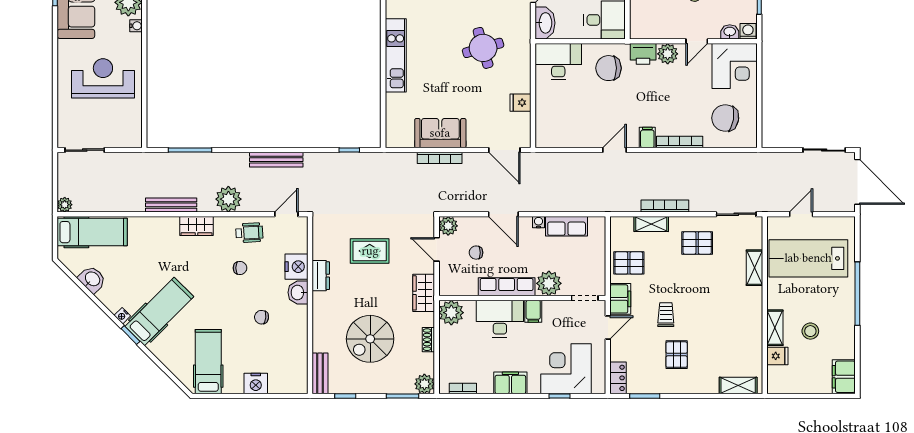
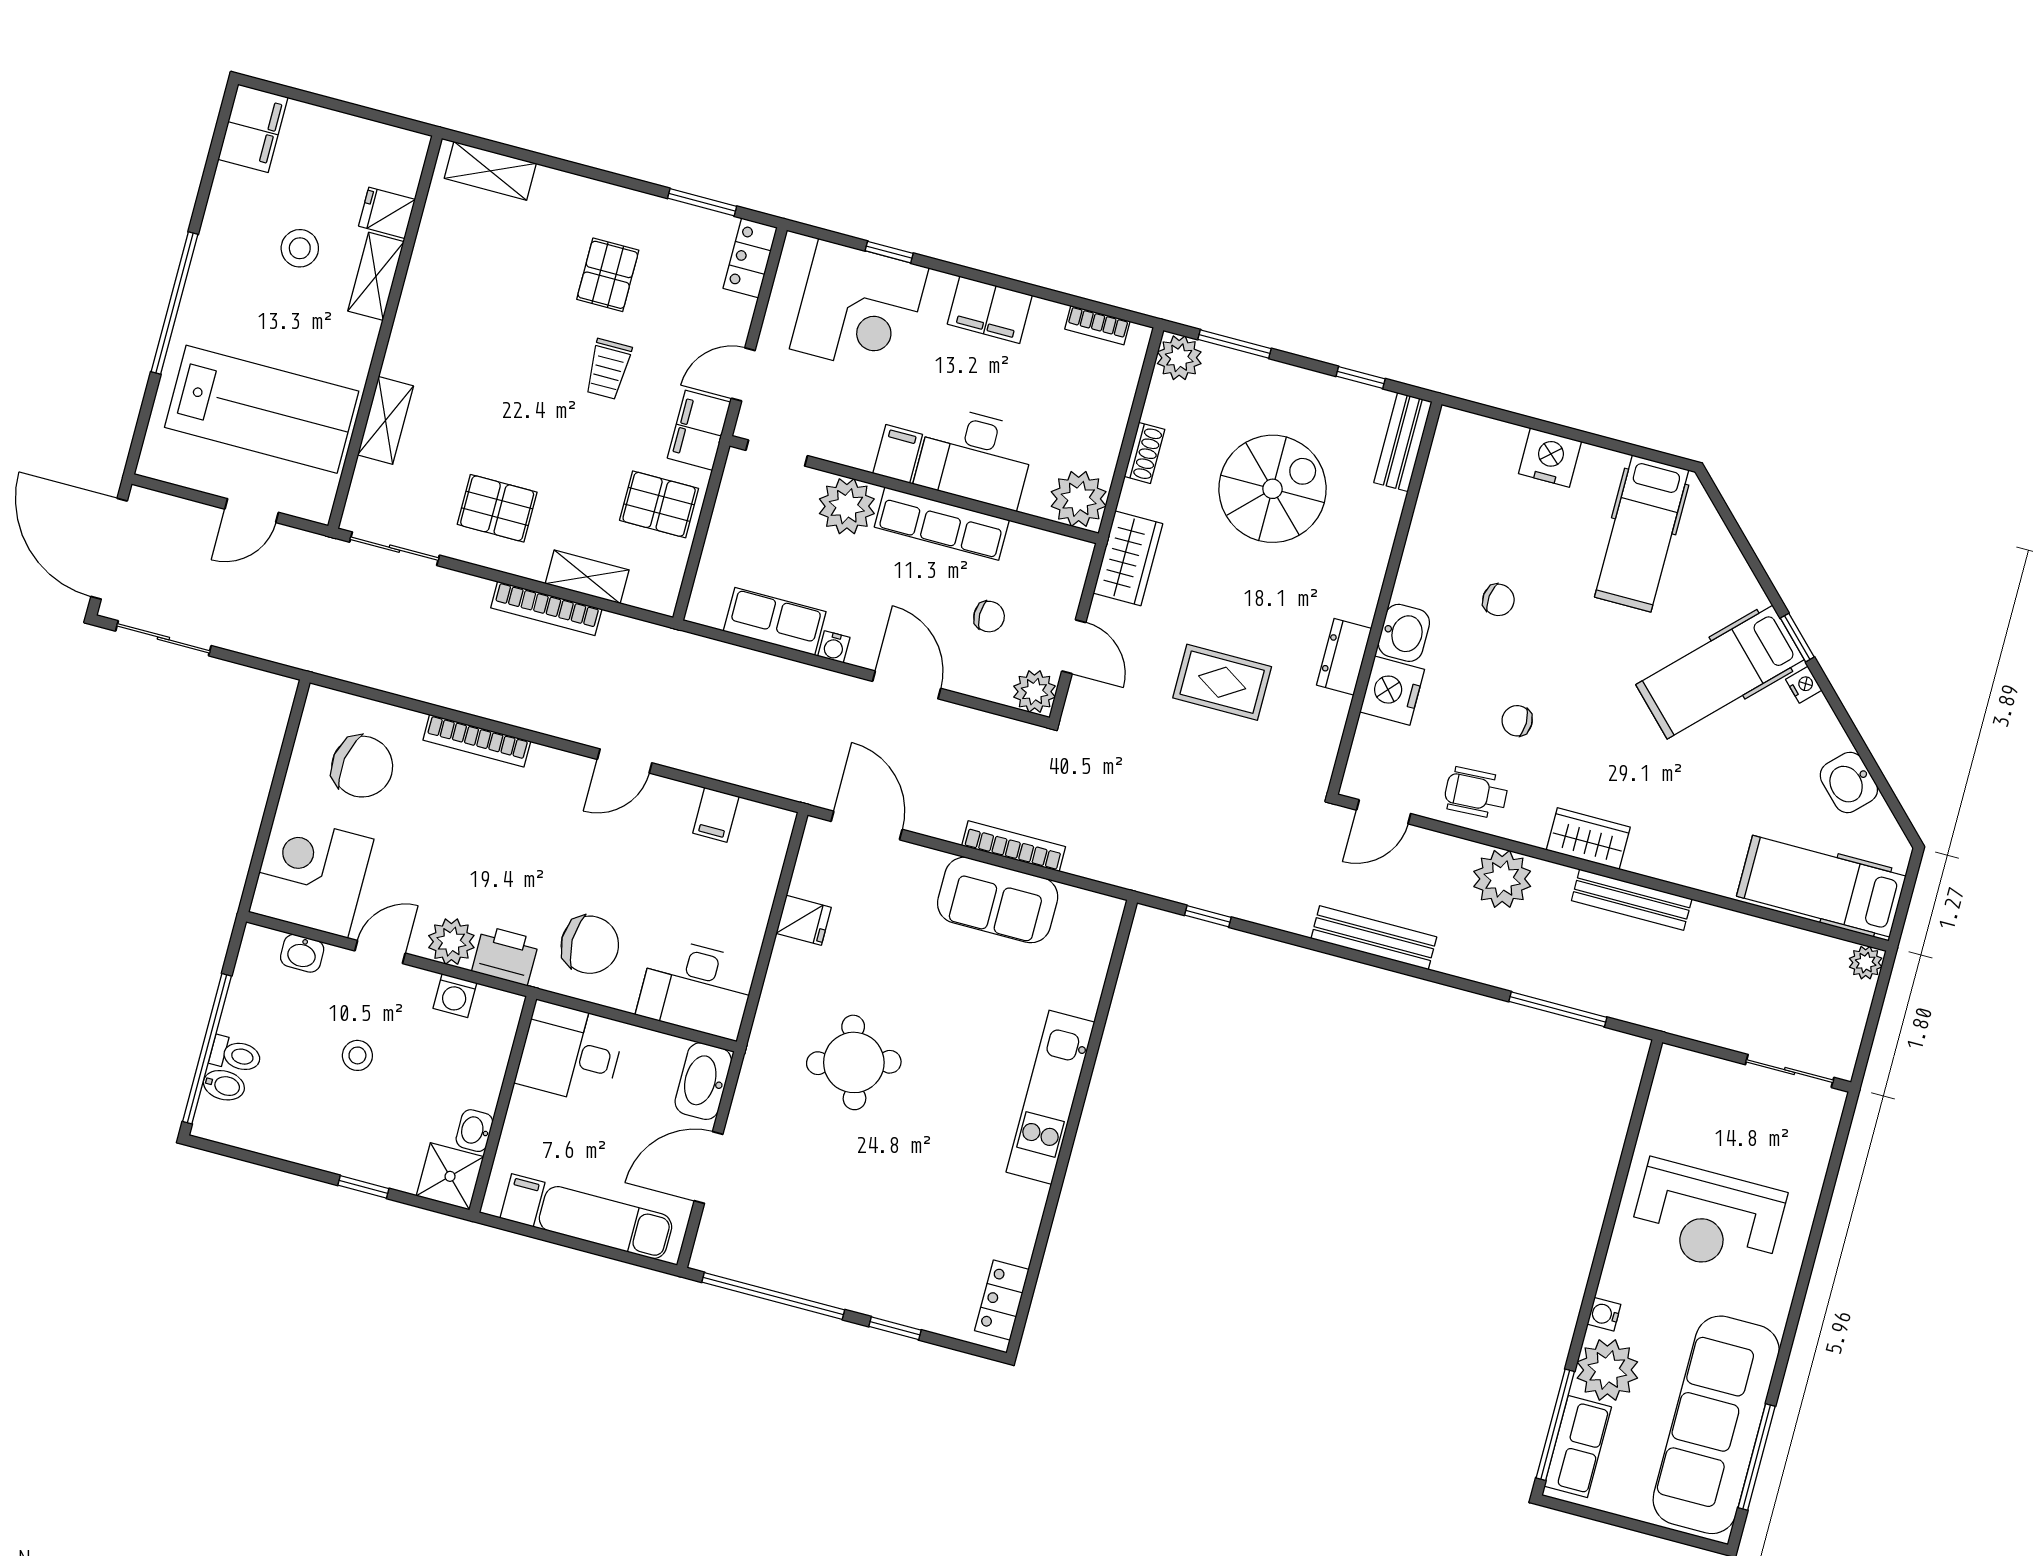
washing machine: (748, 31) -> (455, 996), moved
filing cabinet: (647, 137) -> (716, 815), moved

